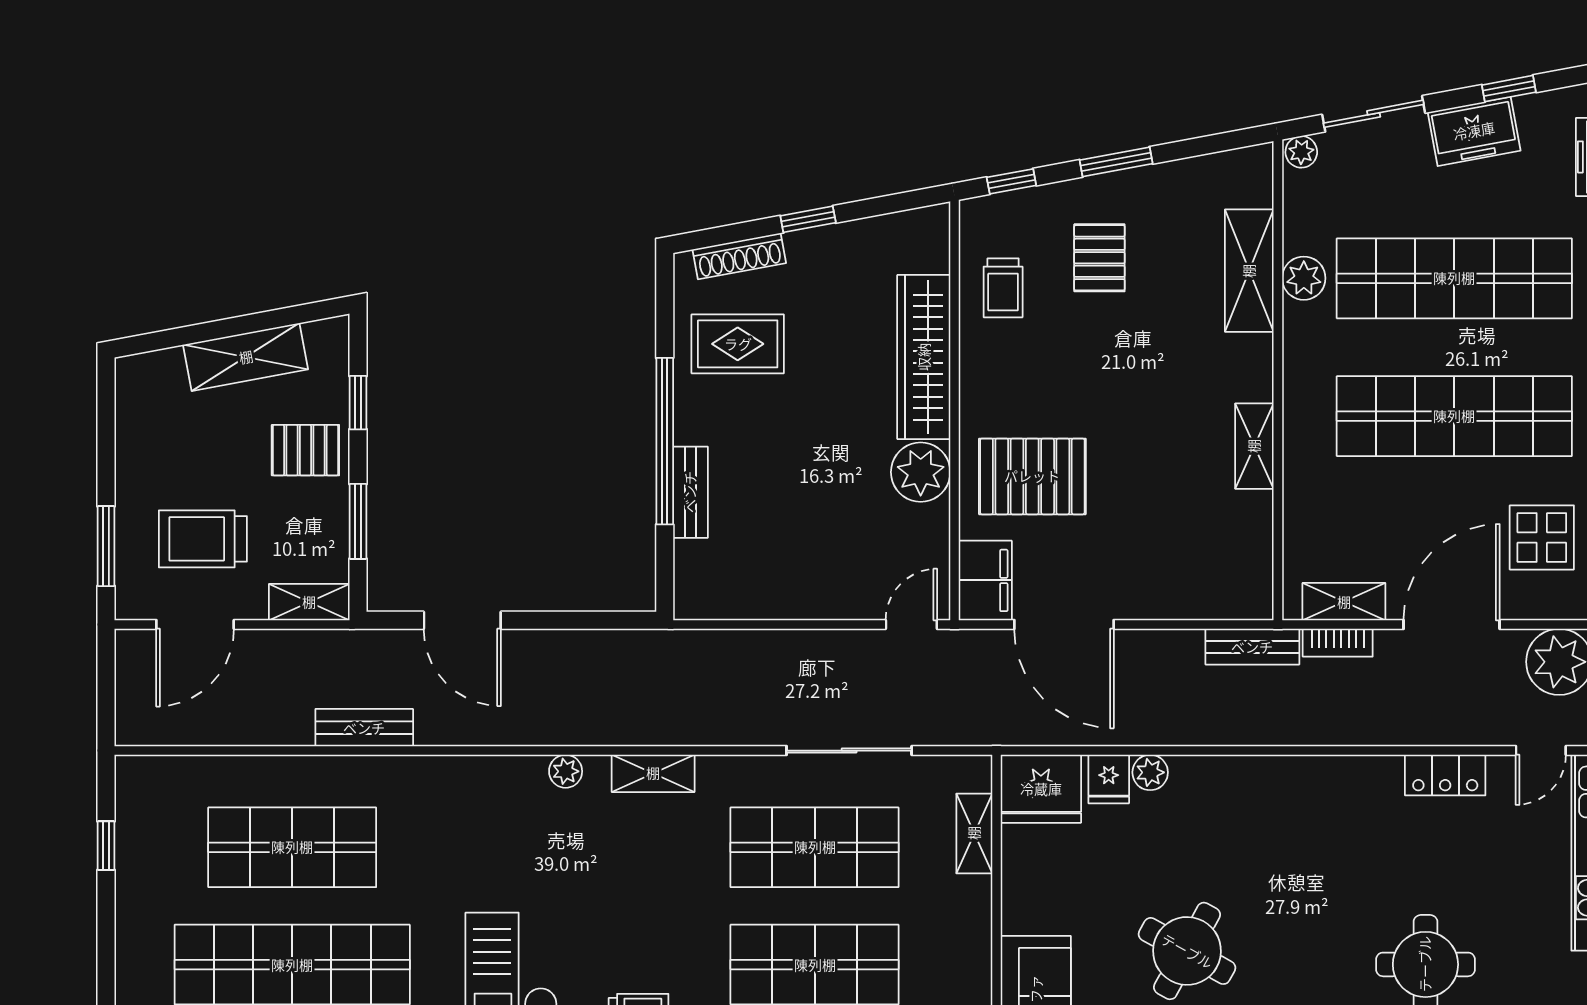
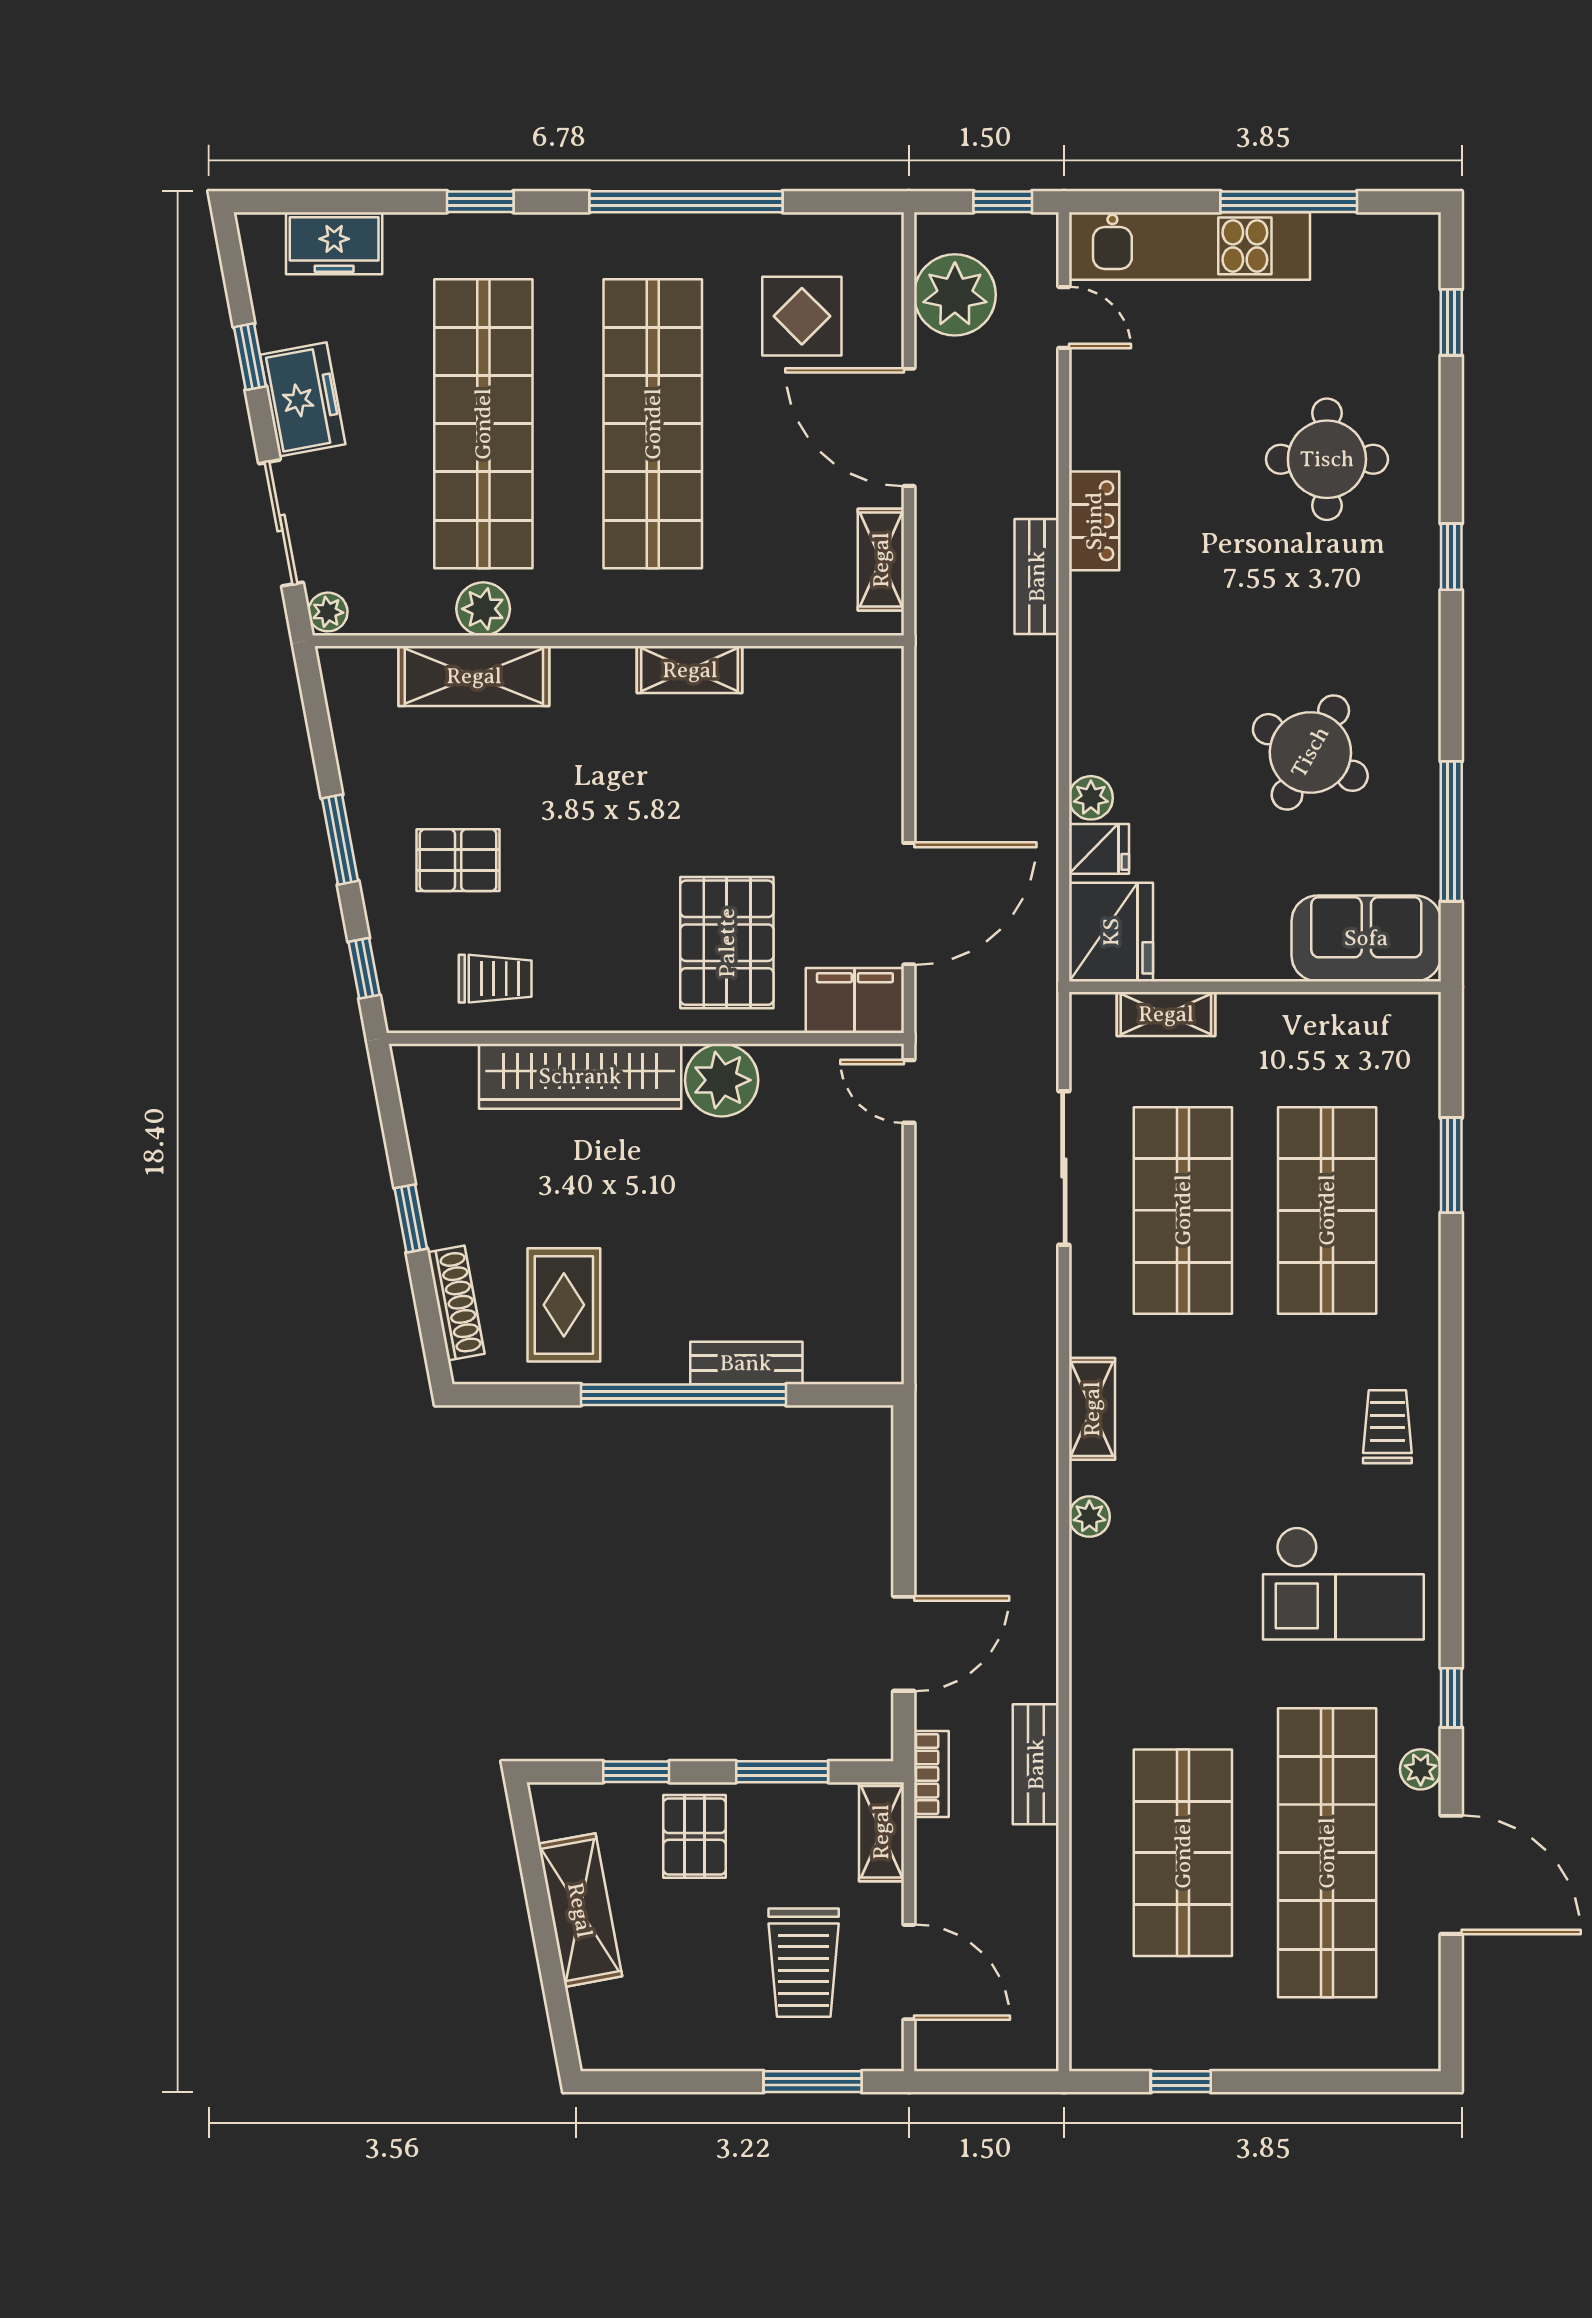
bookcase: (1338, 643) -> (931, 1774), moved
bench: (1252, 647) -> (1037, 576), moved
locker: (1445, 775) -> (1094, 521), moved

